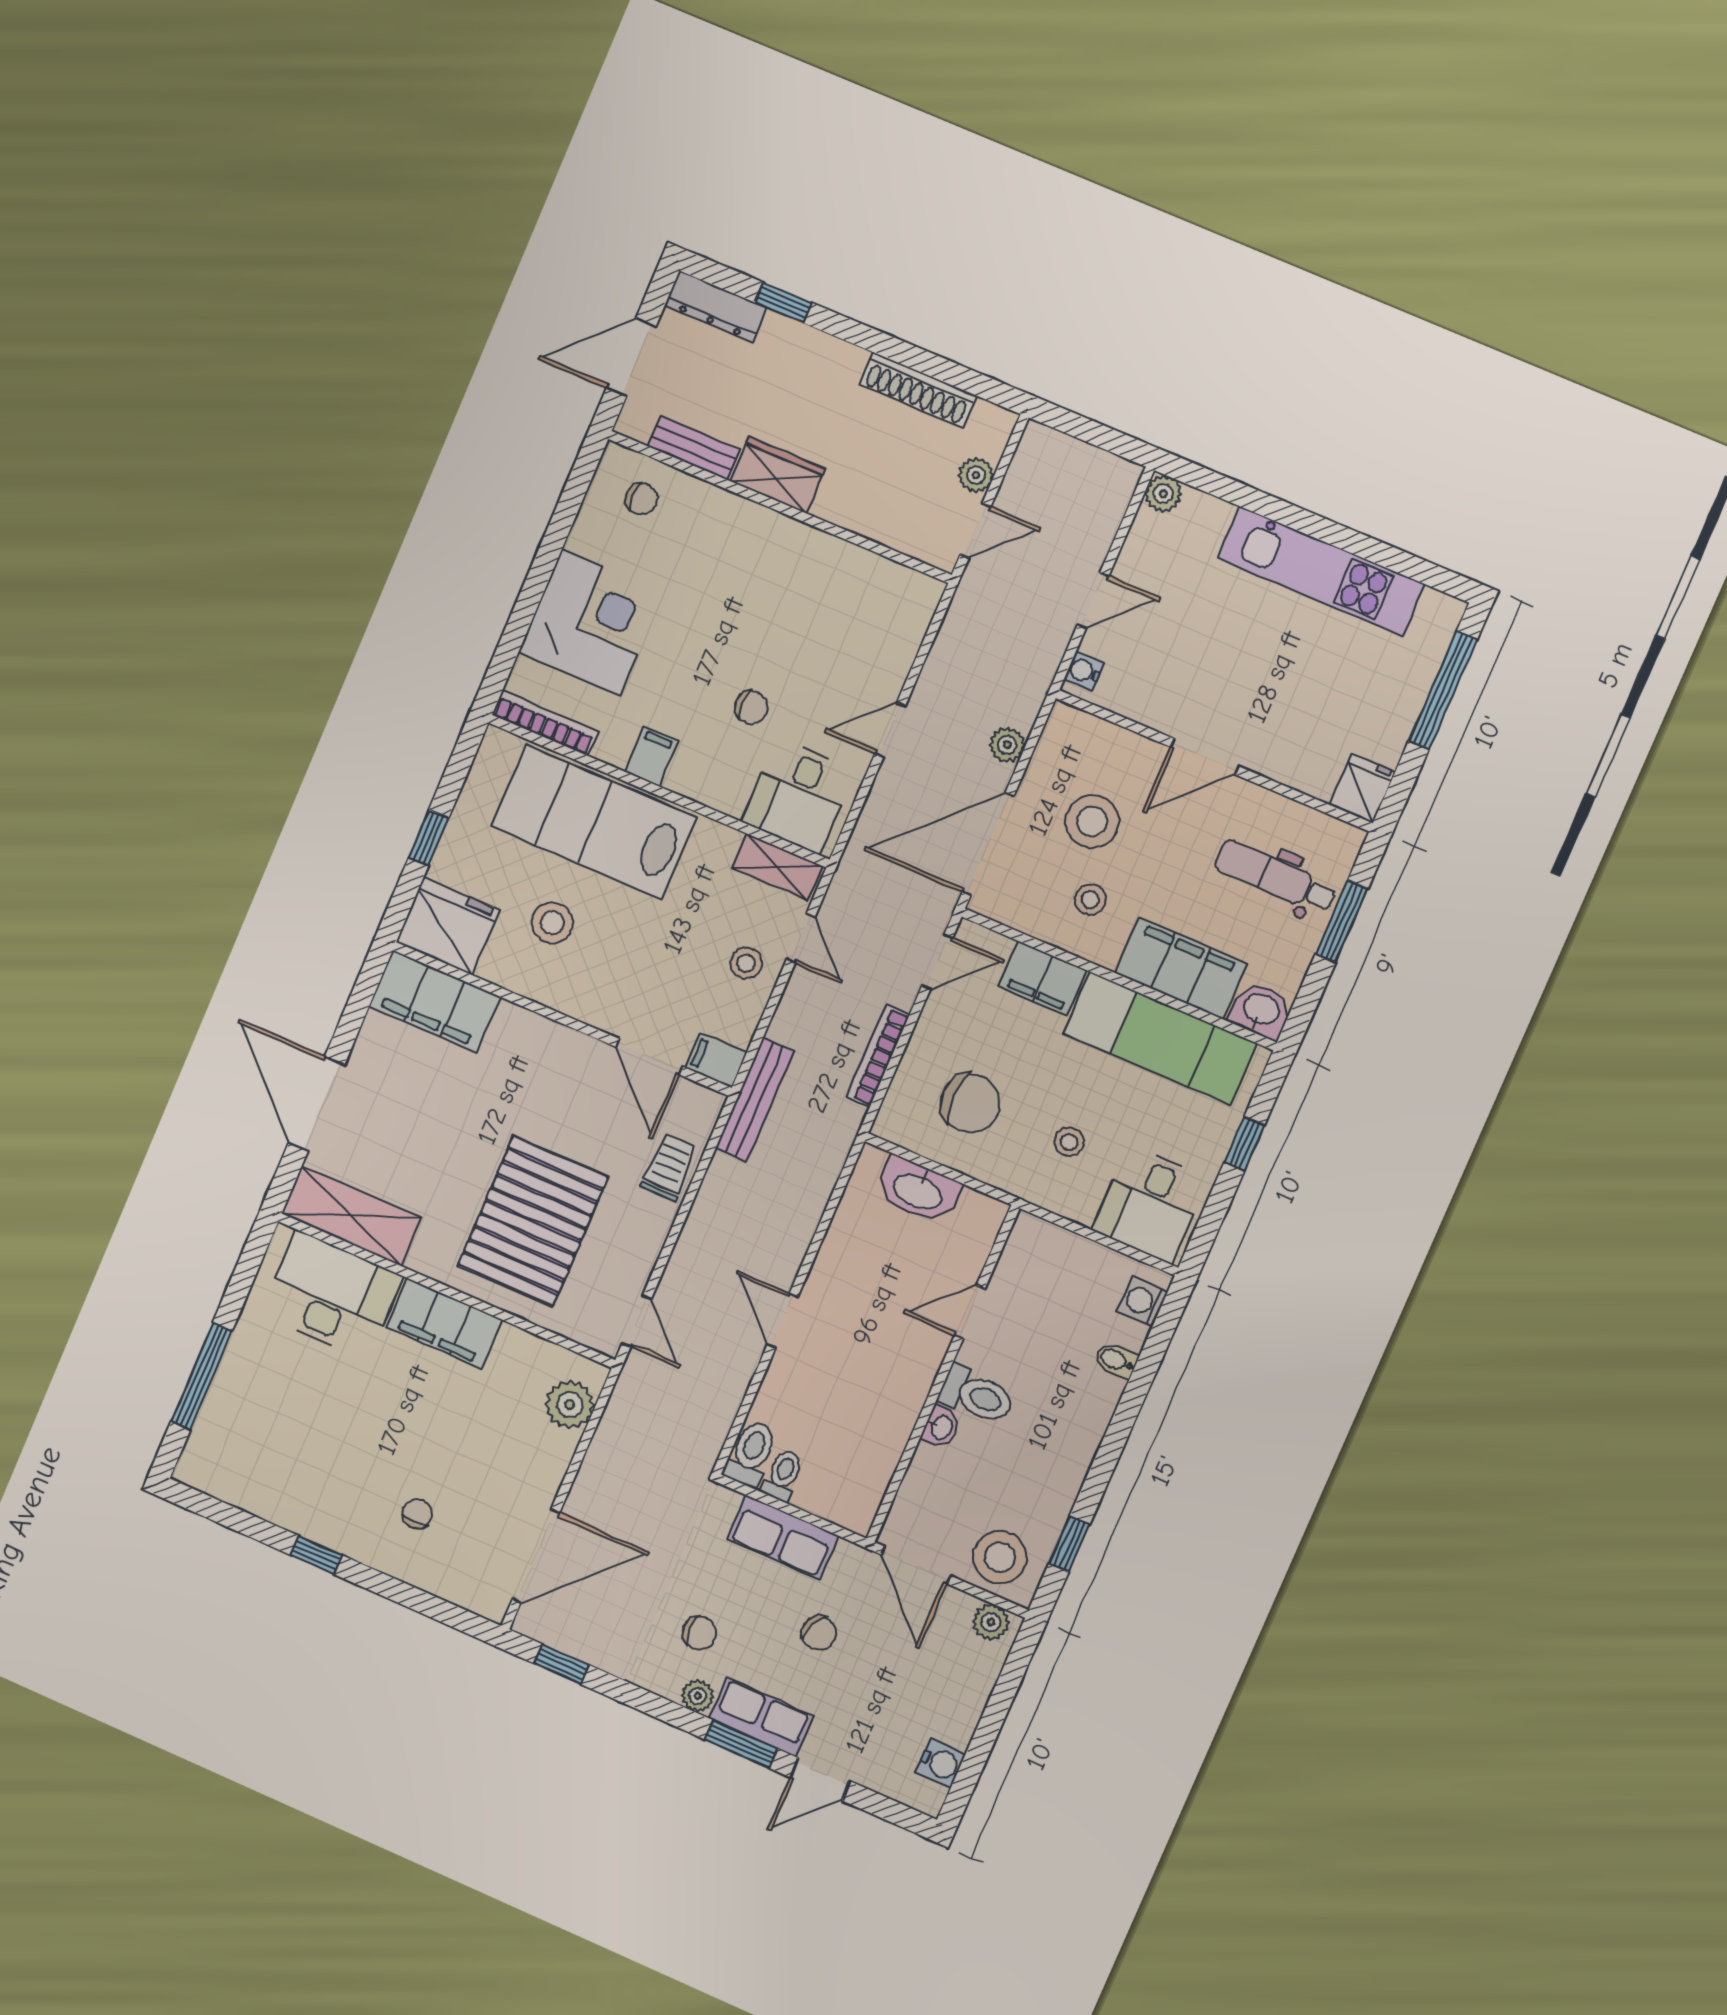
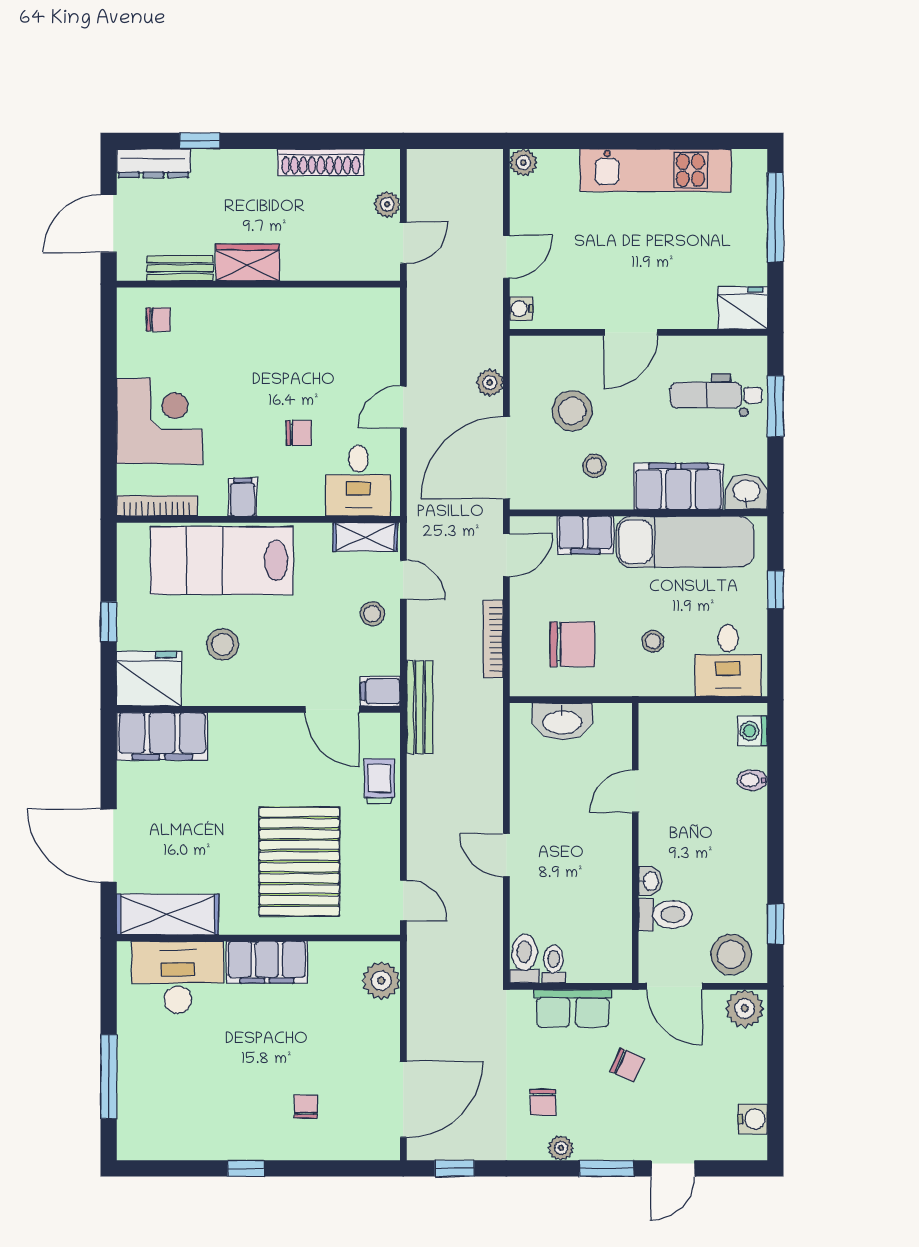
fridge: (1362, 788) -> (743, 308), width x1.38
toilet: (977, 1395) -> (665, 914), moved
plant: (991, 1622) -> (745, 1008), width x1.38, depth x1.38
chair: (699, 1633) -> (543, 1102), turned 90
row of seats: (761, 1717) -> (612, 1143), removed

